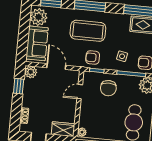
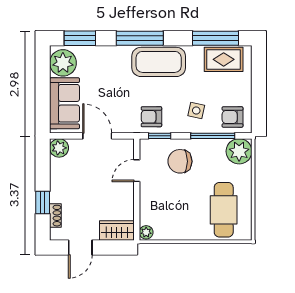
coffee table: (88, 31) -> (159, 62), moved
window: (19, 86) -> (43, 202), moved
chair: (108, 88) -> (180, 161), turned 90

